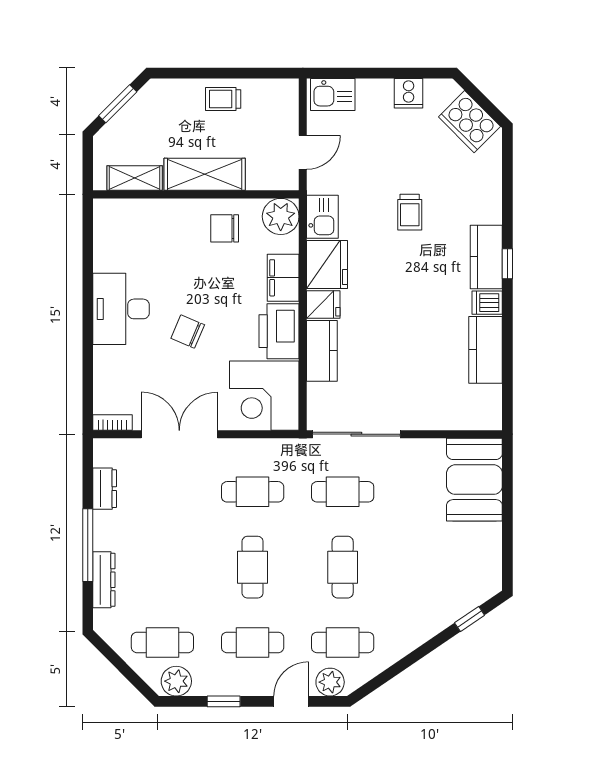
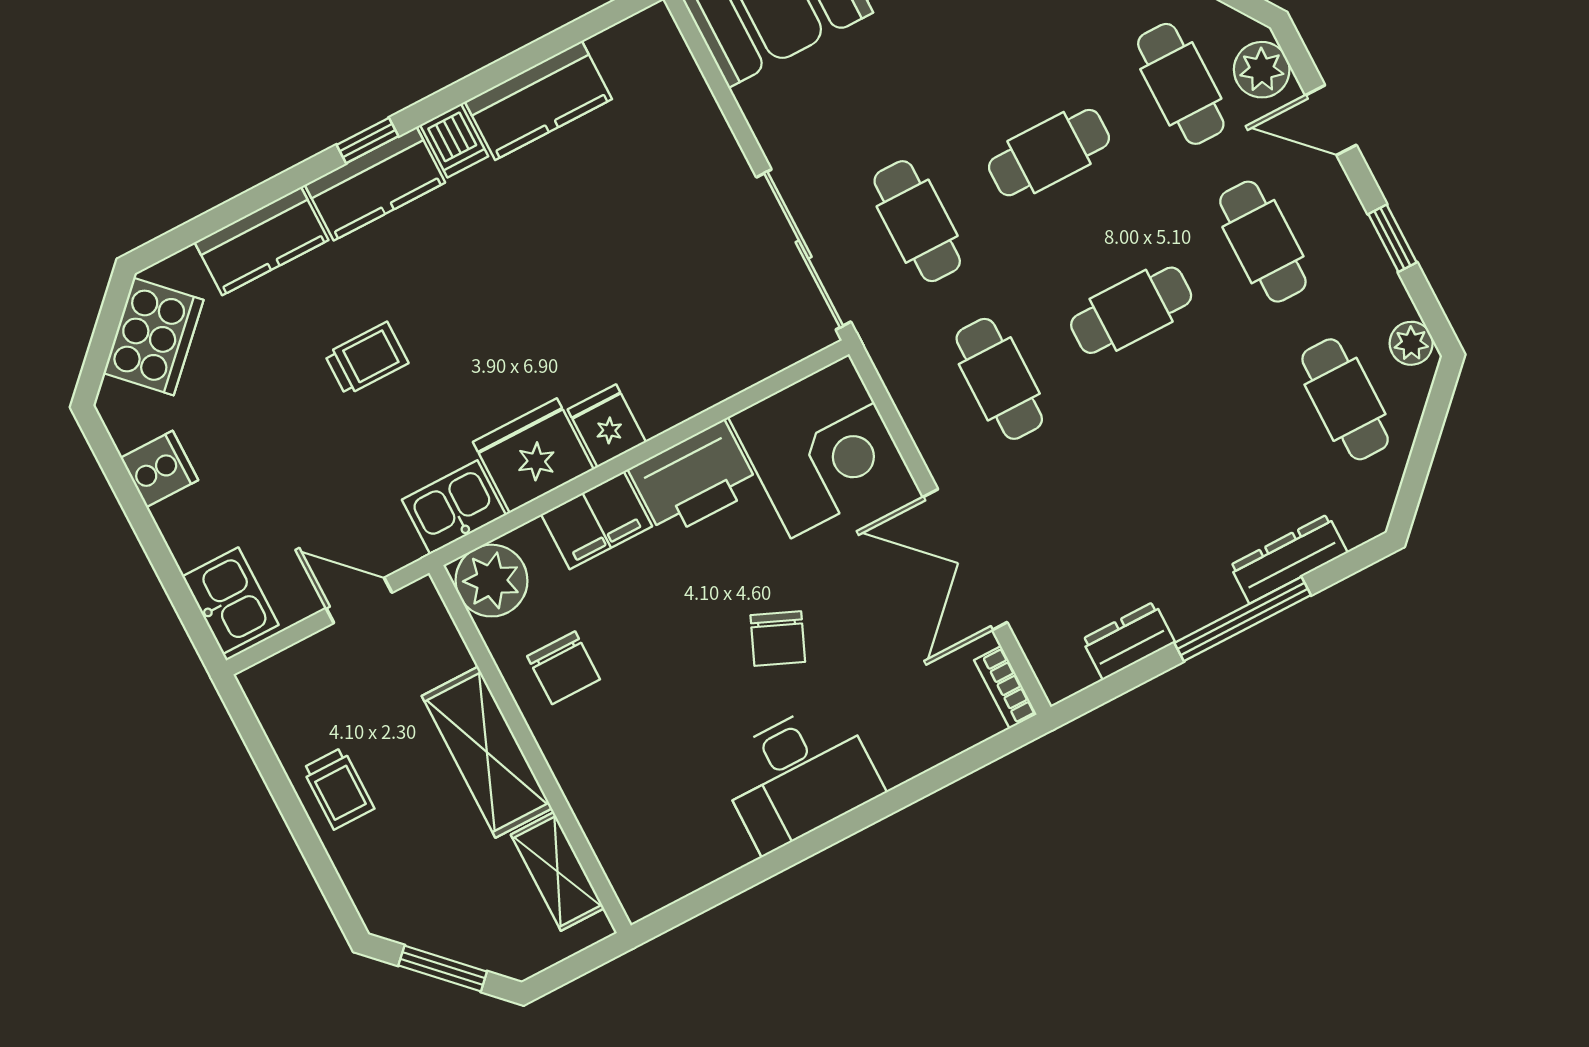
kitchen counter: (322, 351) -> (262, 241), moved, turned 180
plant: (176, 681) -> (1411, 343), width x0.73, depth x0.73

